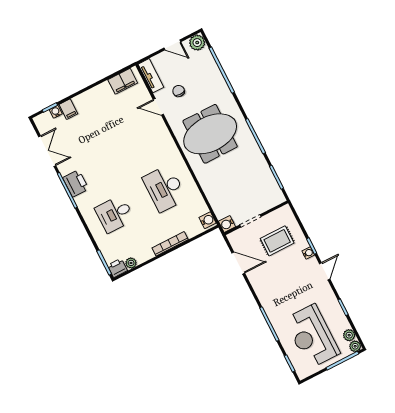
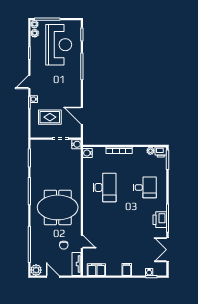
filing cabinet: (68, 109) -> (127, 270), moved

